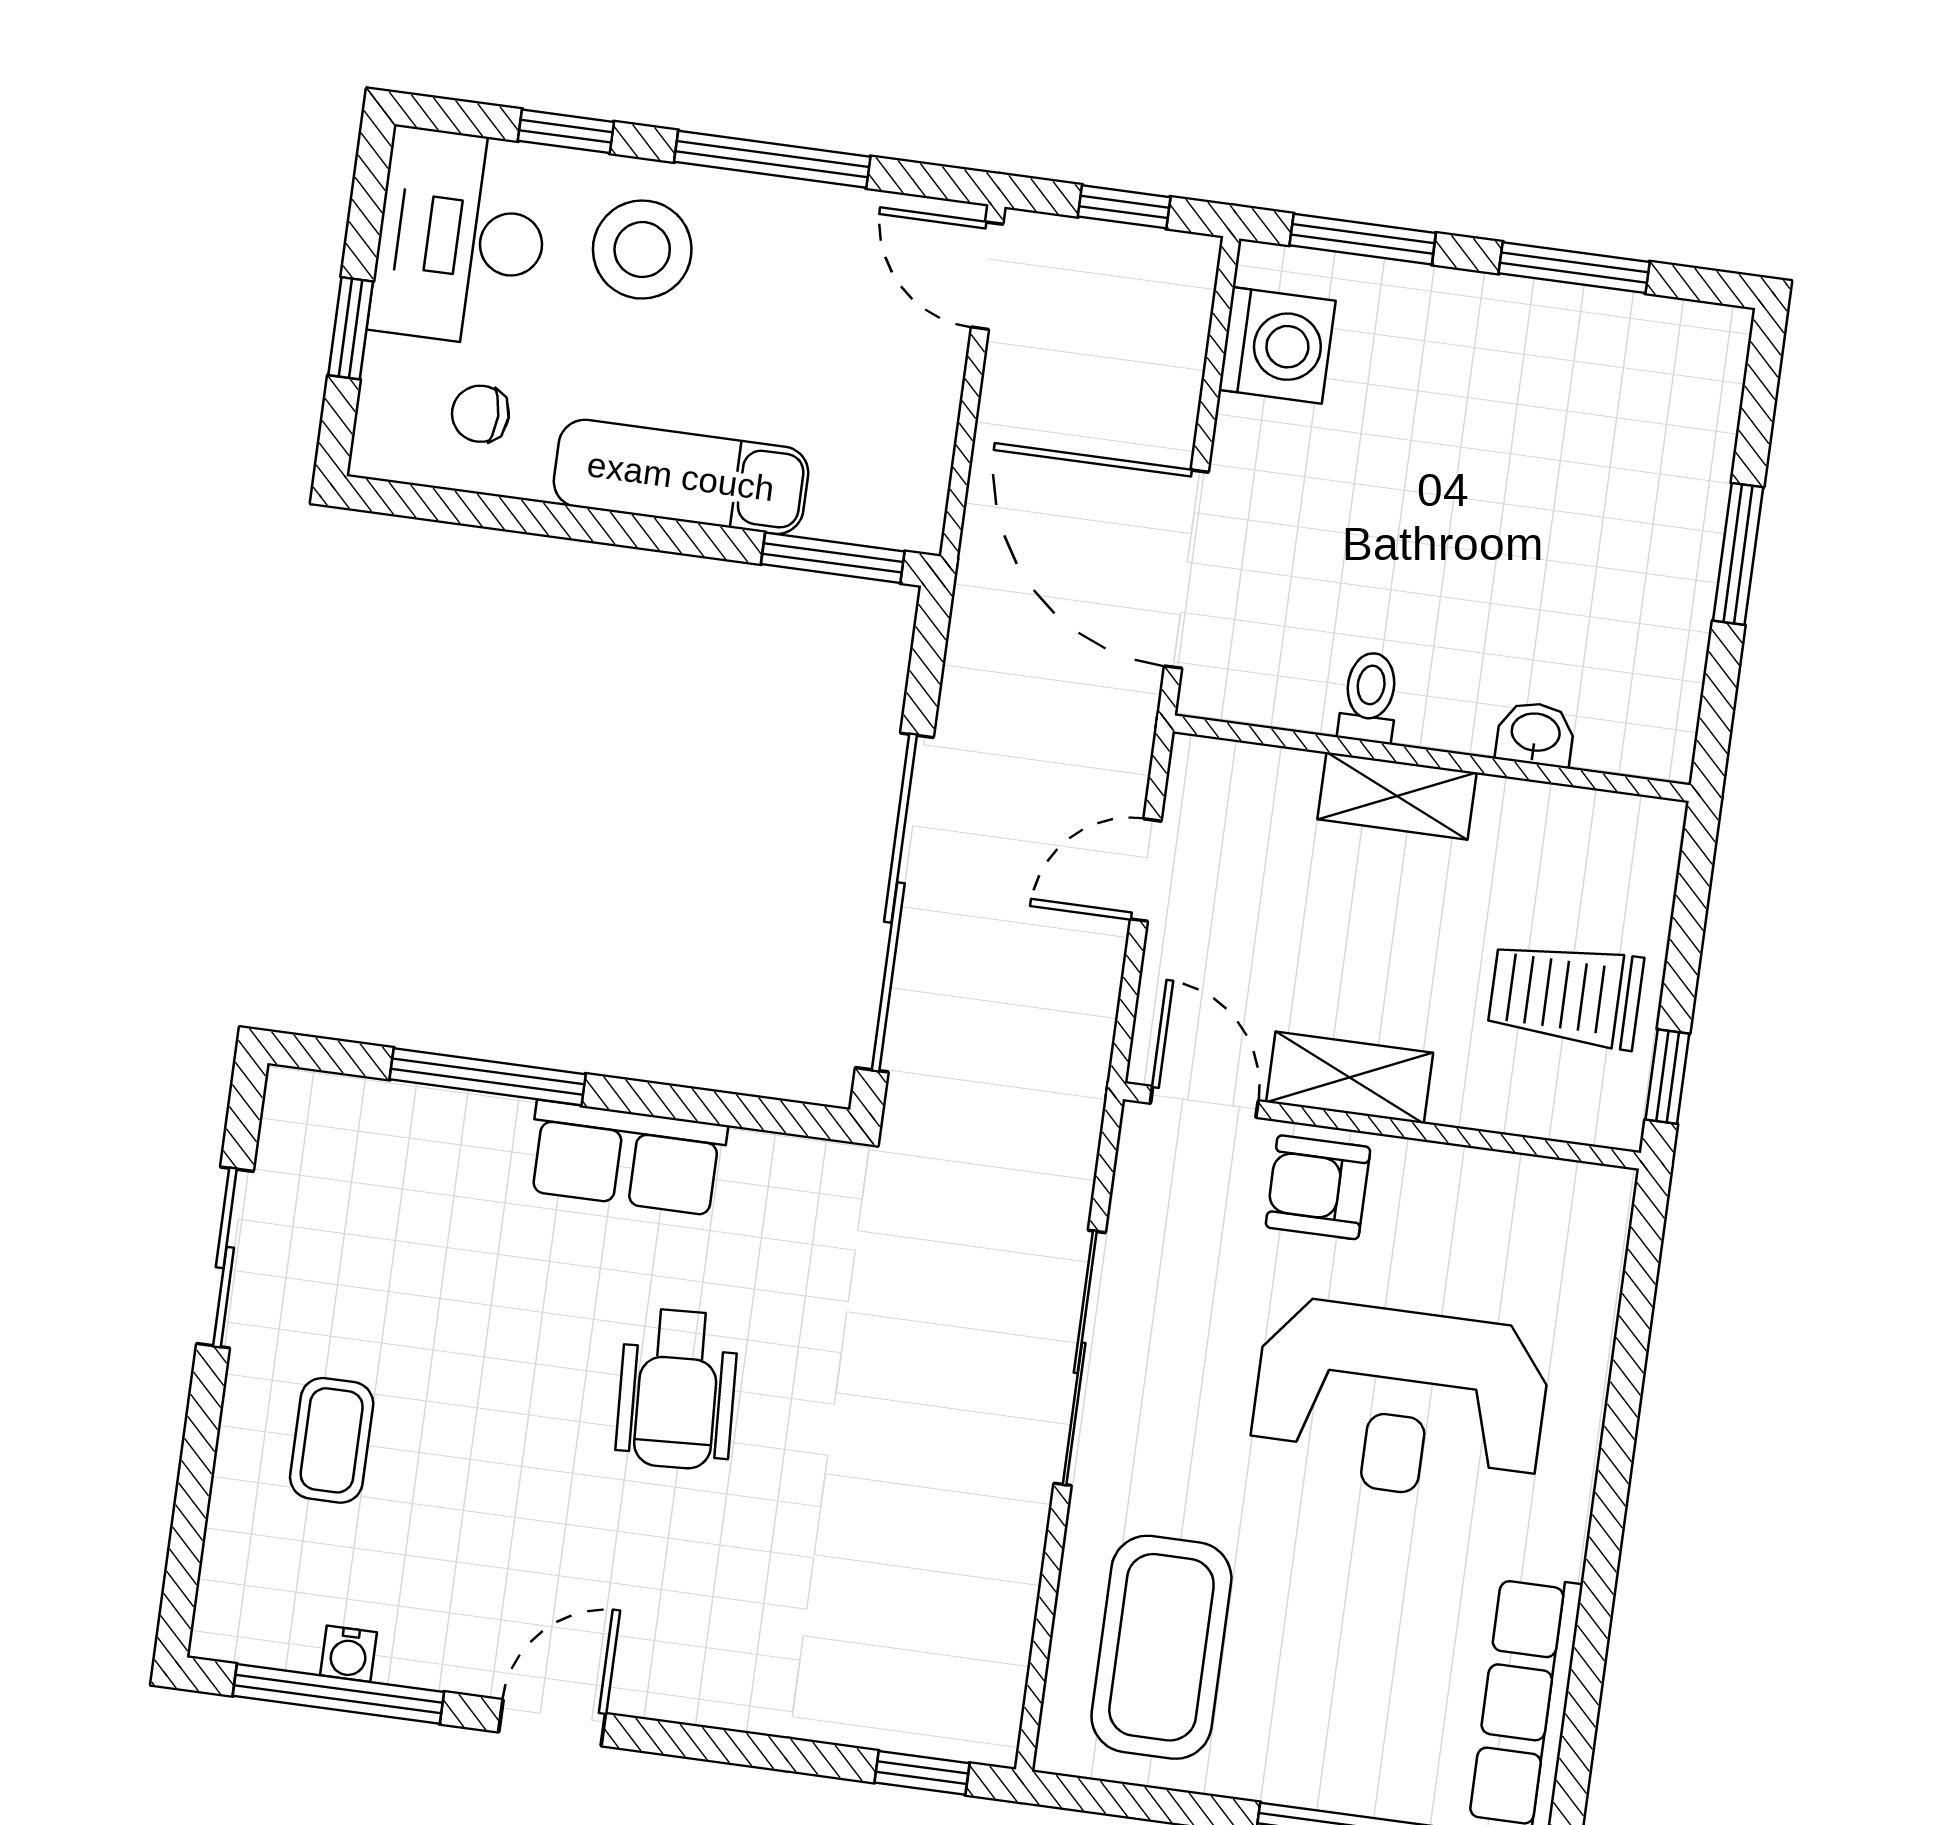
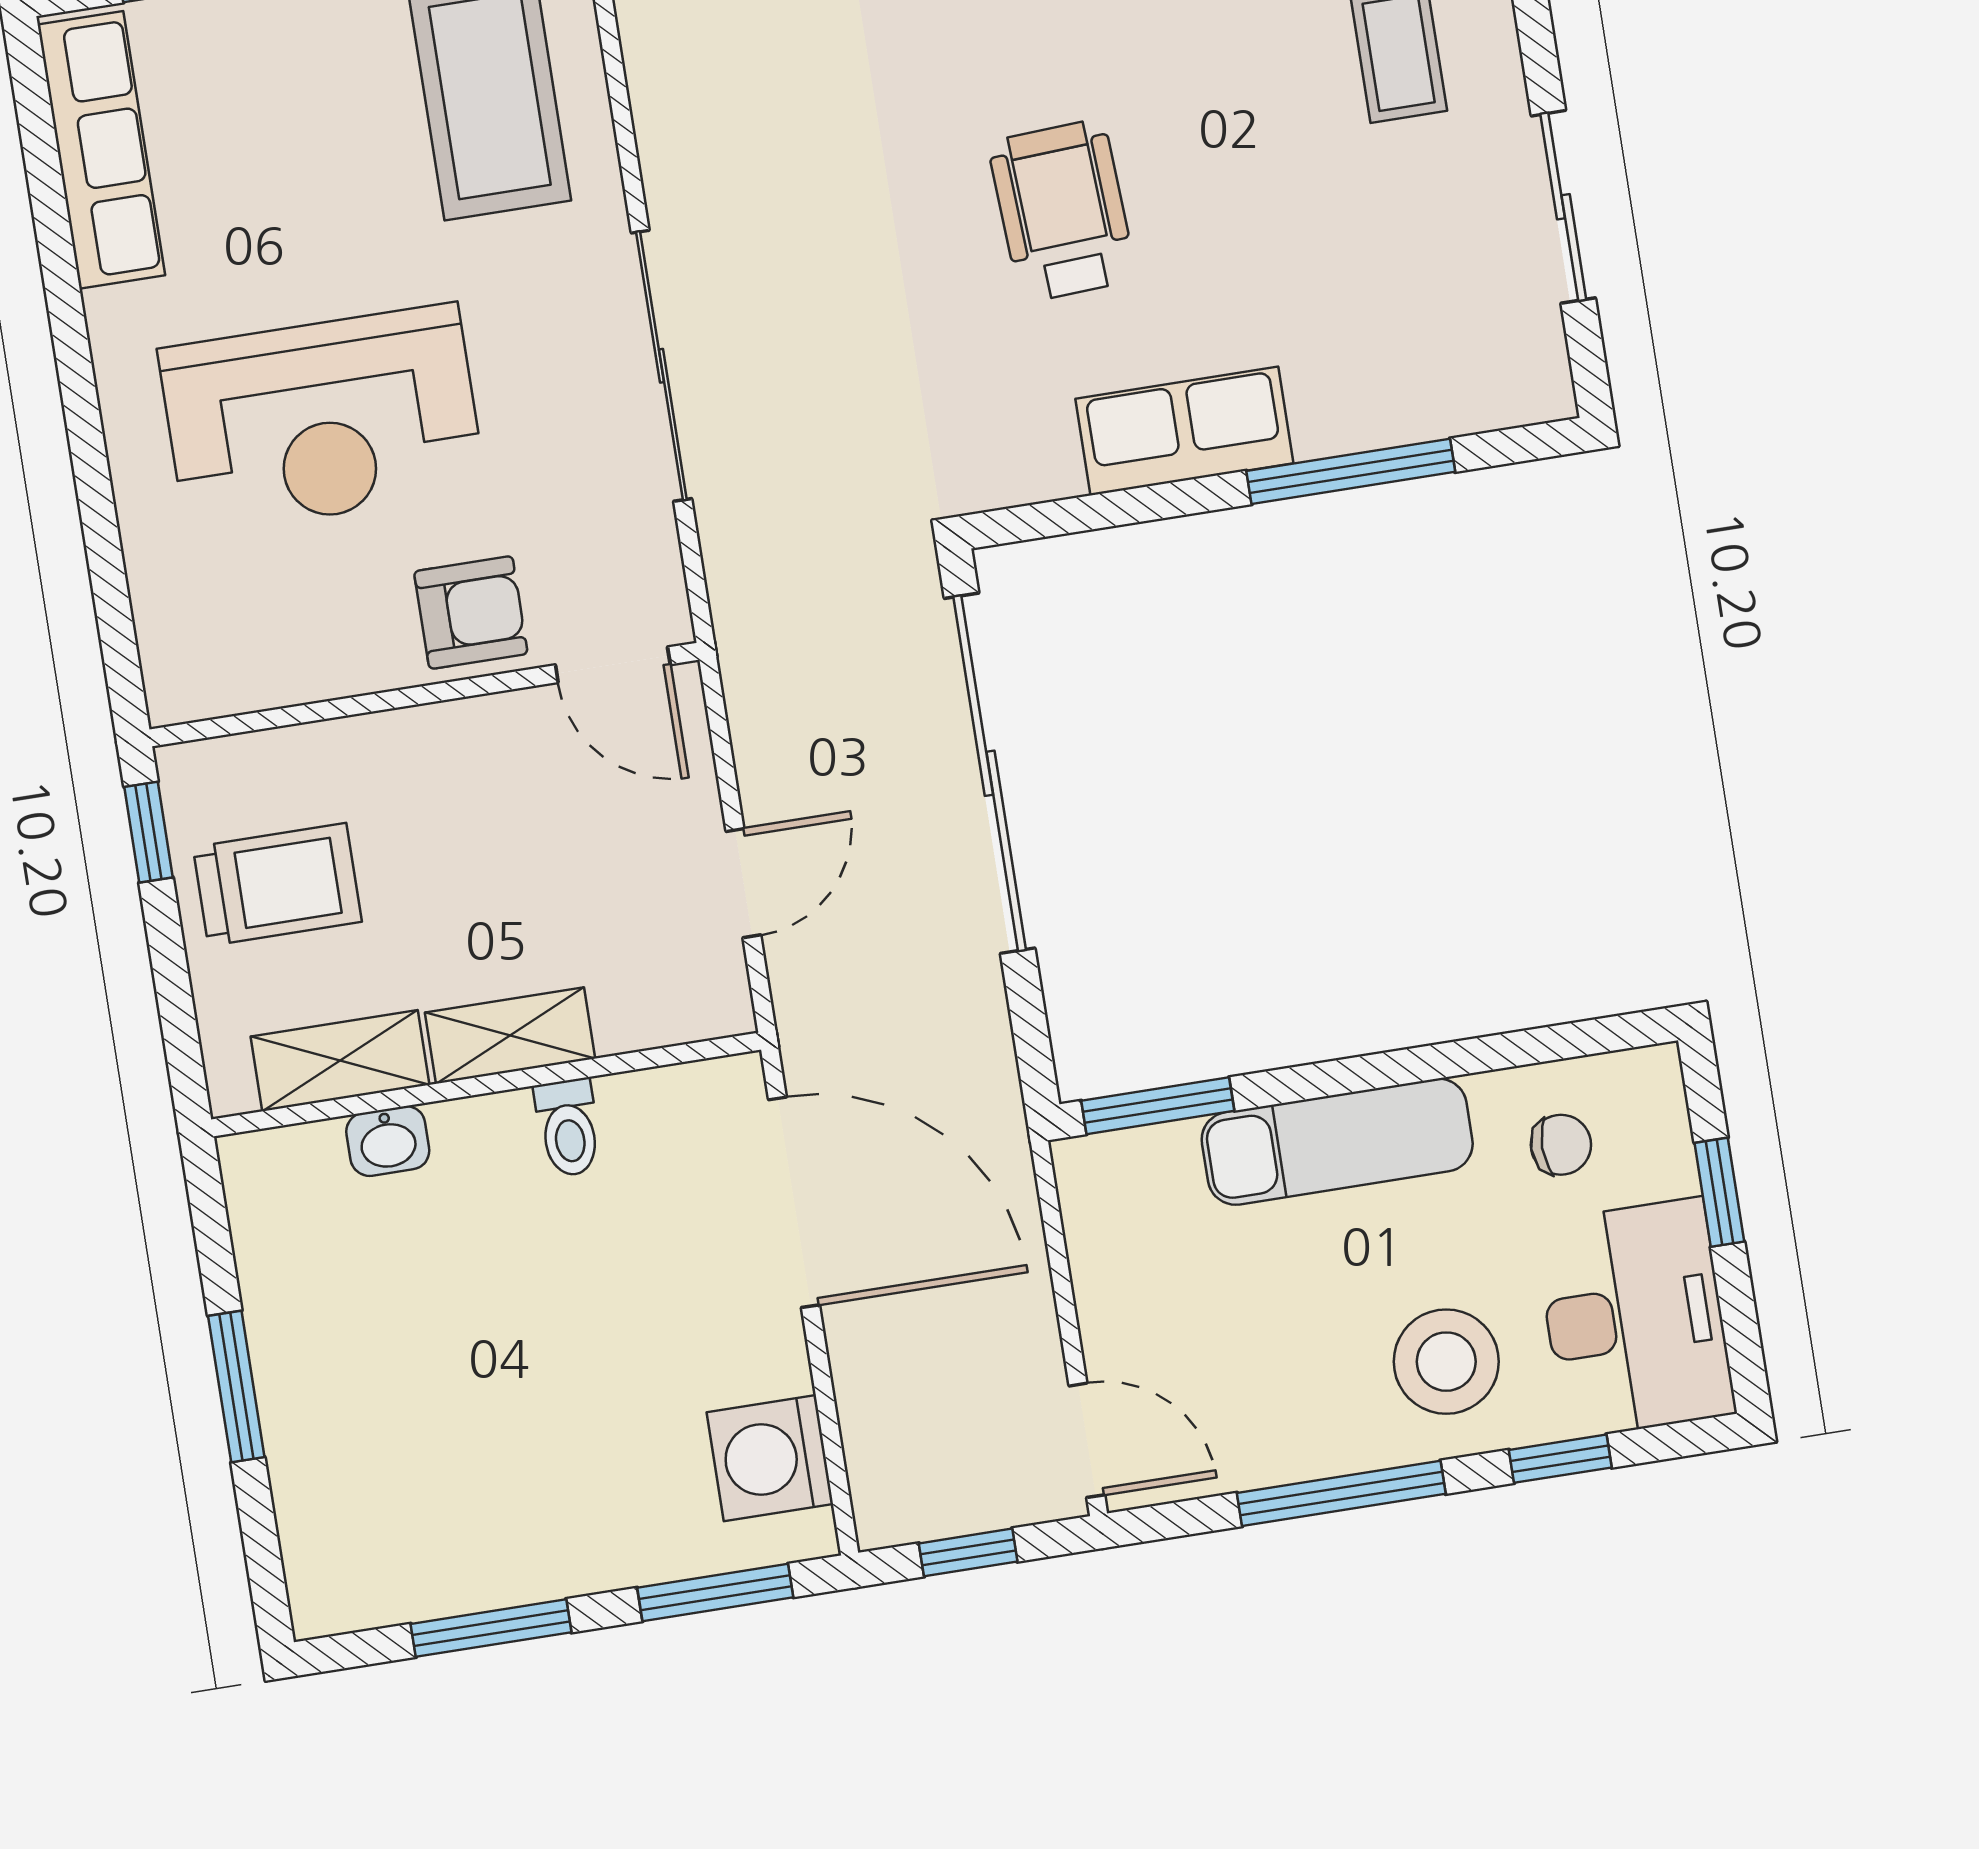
shelving: (1350, 1078) -> (340, 1061), moved
reception desk: (1400, 1401) -> (322, 419), turned 180

